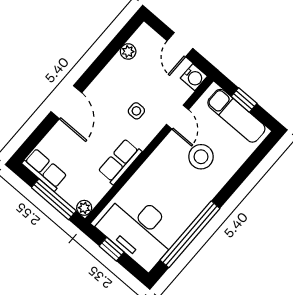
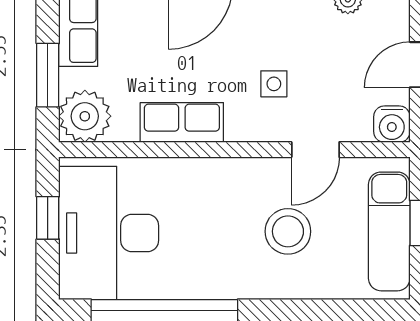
window: (54, 199) -> (48, 75), width x0.69
plant: (84, 208) -> (85, 116), width x1.88, depth x1.88

